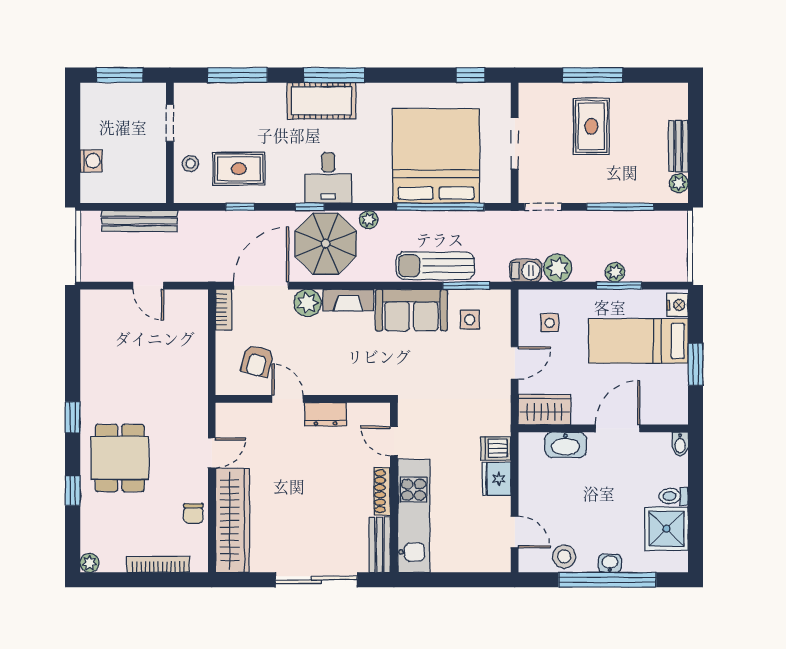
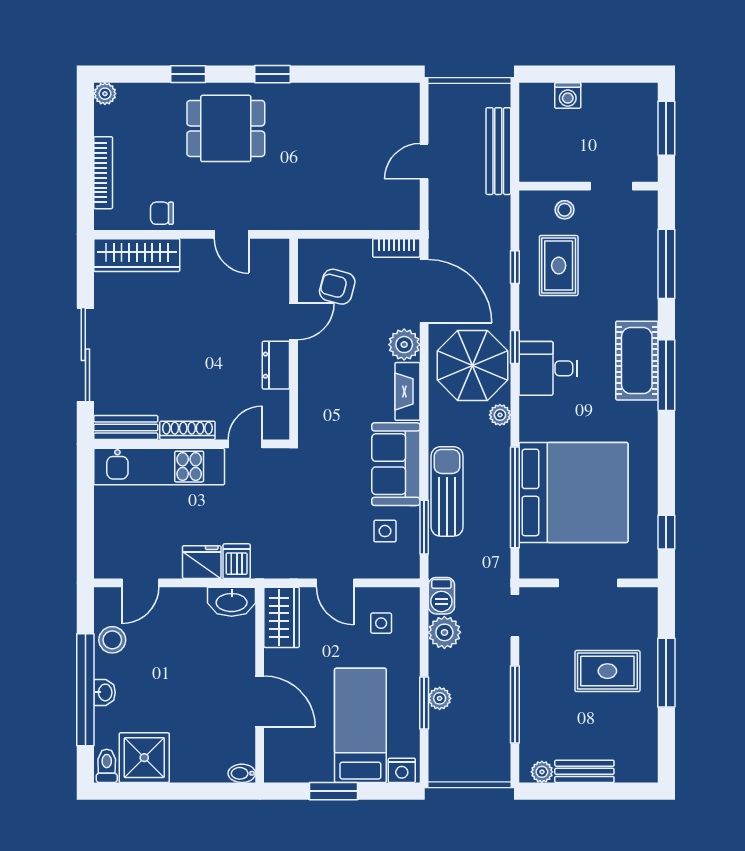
washbasin: (565, 445) -> (232, 602), moved, turned -90
toilet: (674, 496) -> (107, 766), moved
wardrobe: (232, 520) -> (137, 255), width x0.71, depth x0.85

